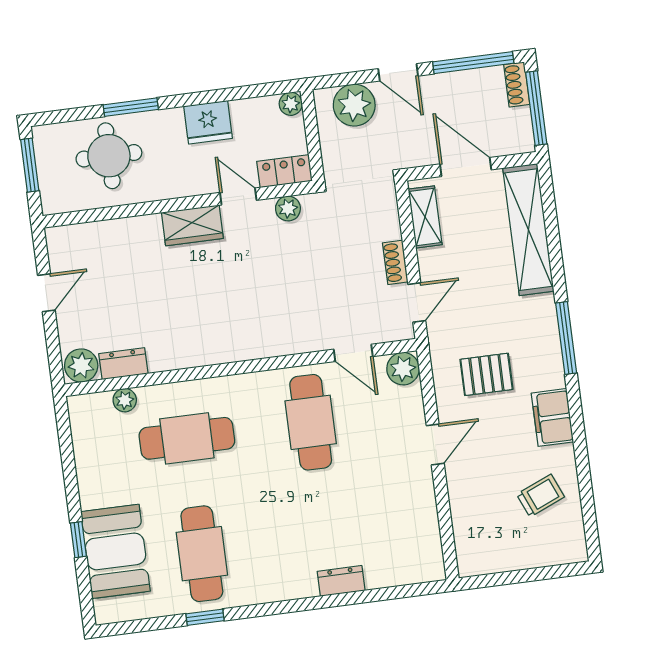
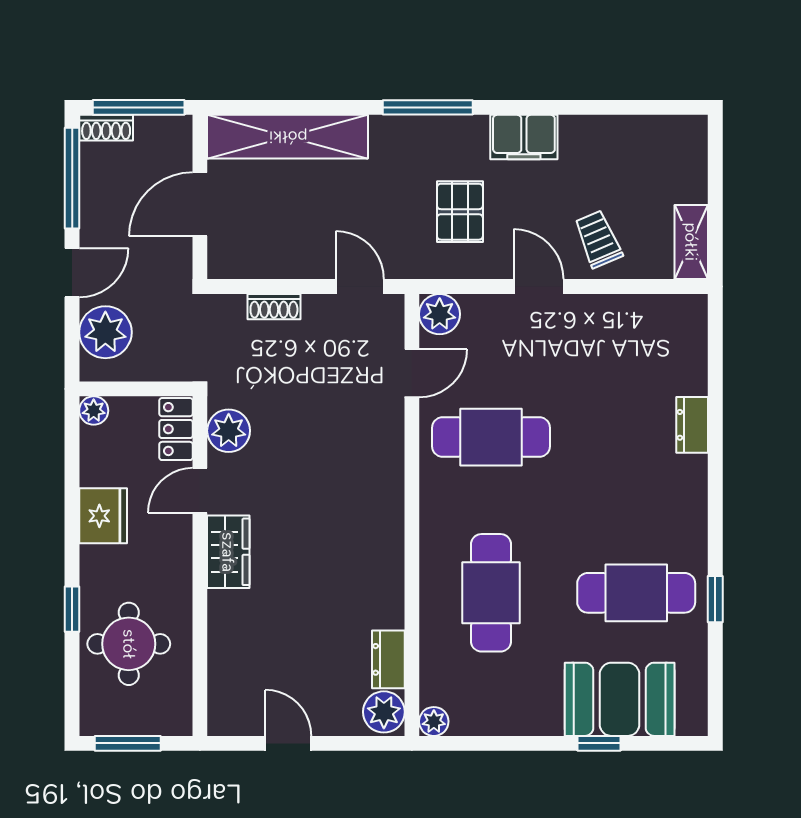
window: (131, 107) -> (72, 609), width x0.67
plant: (288, 208) -> (229, 431), width x1.38, depth x1.38
shelving: (425, 217) -> (691, 242), moved, turned 90
shoe rack: (395, 262) -> (274, 307), moved
plant: (125, 400) -> (434, 721), moved
trolley: (541, 496) -> (598, 239), moved

